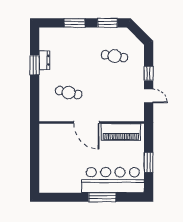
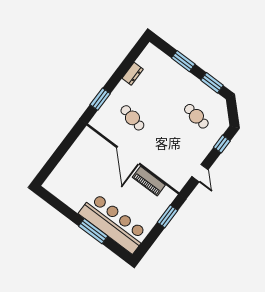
window: (35, 65) -> (100, 99), moved
window: (149, 73) -> (222, 144), moved
piano: (121, 132) -> (149, 181), width x0.73, depth x0.75
window: (149, 162) -> (167, 216), moved

